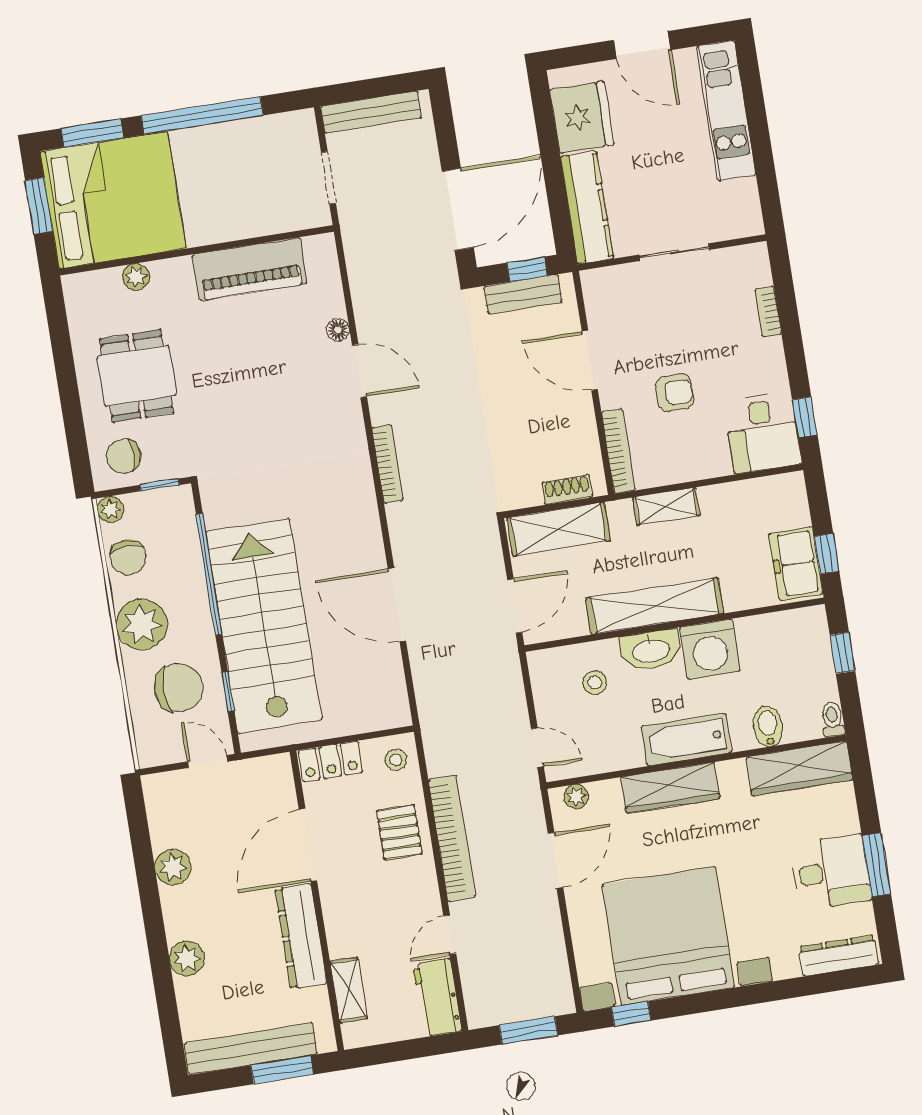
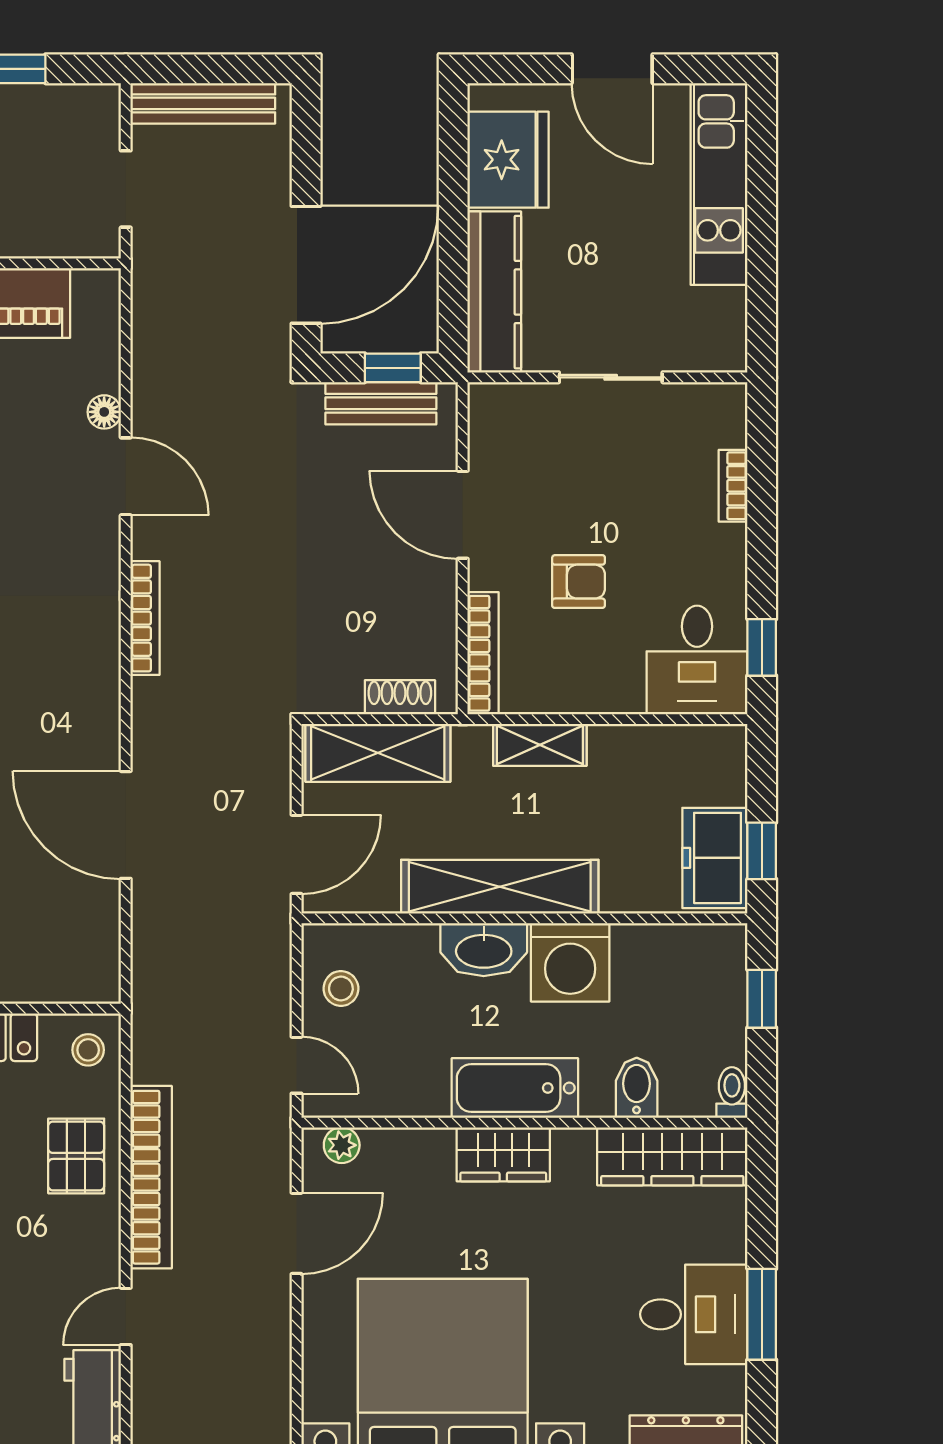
stool: (595, 682) -> (341, 988), moved
wardrobe: (670, 788) -> (503, 1154), width x0.67

